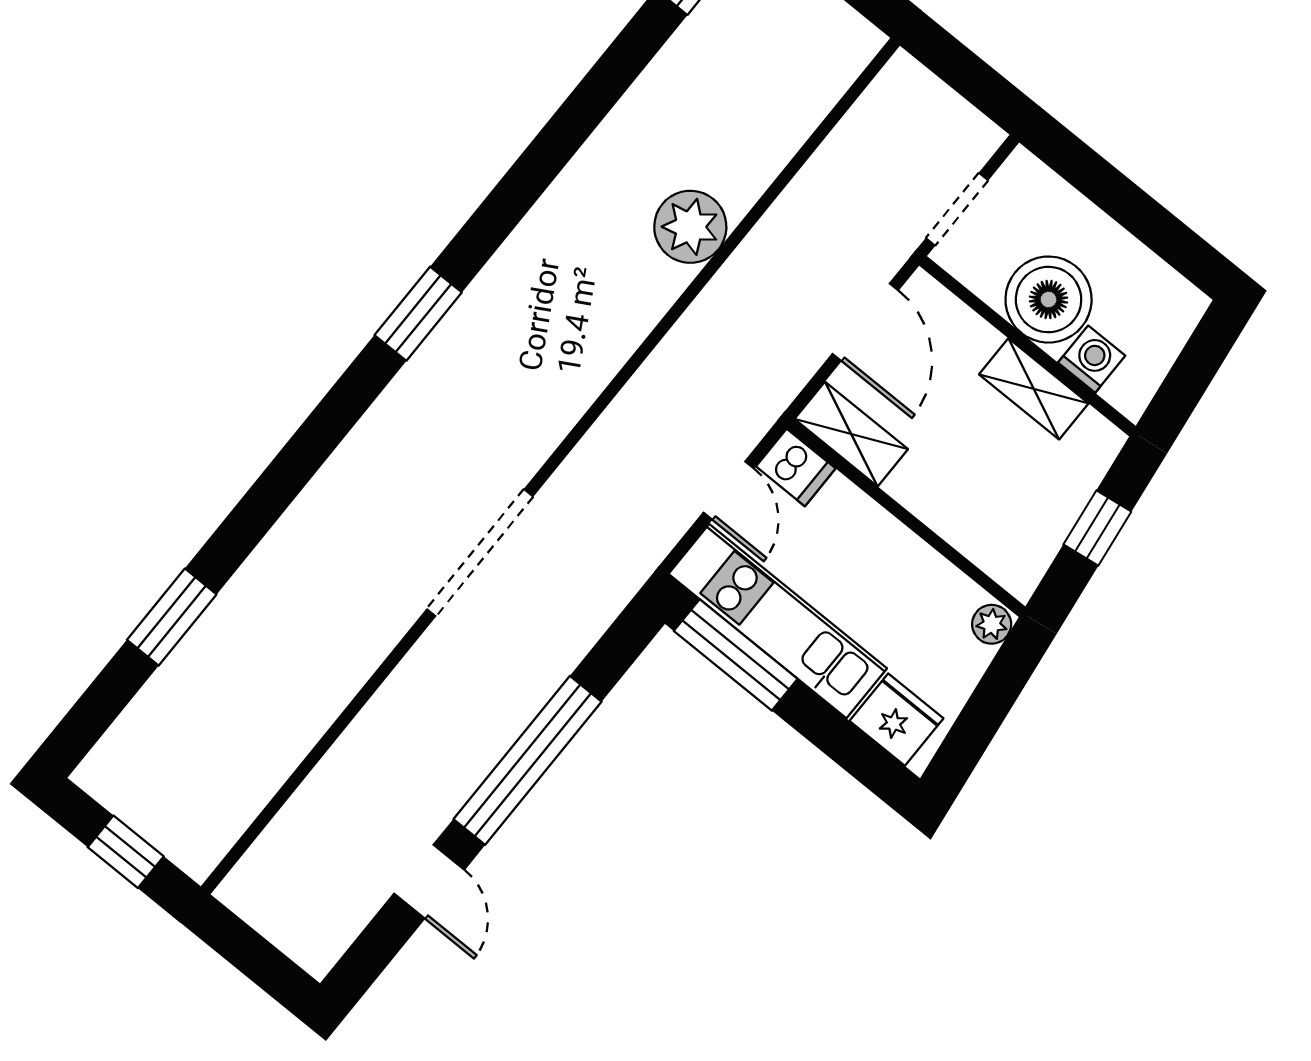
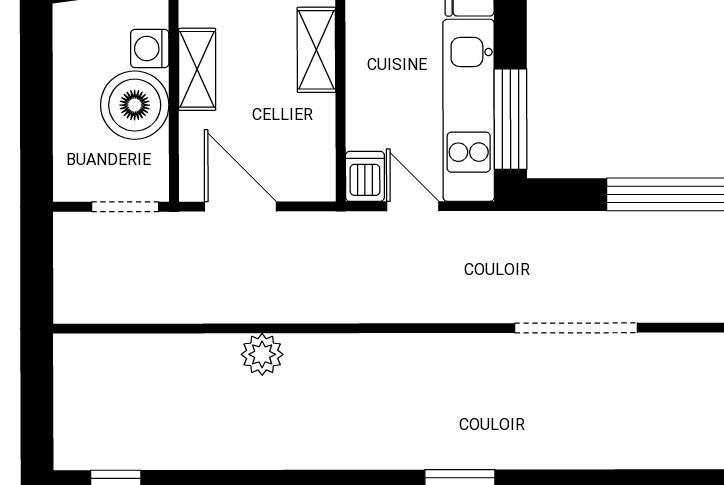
plant: (690, 227) -> (262, 354), width x0.73, depth x0.73
door: (865, 322) -> (240, 207), hinge flipped
shelving: (851, 434) -> (316, 50), moved
door: (729, 490) -> (413, 206), hinge flipped

